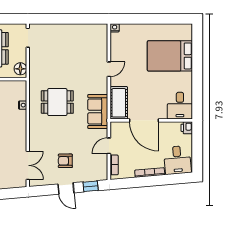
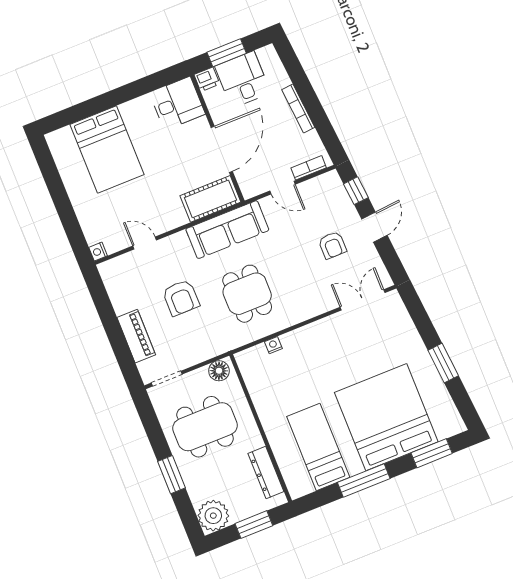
piano: (59, 30) -> (136, 336), added
armchair: (70, 64) -> (181, 298), added
door: (109, 69) -> (145, 243), moved
sofa: (98, 112) -> (227, 230), width x1.36
window: (197, 145) -> (227, 53), added
desk: (177, 160) -> (243, 80), moved, turned -85

